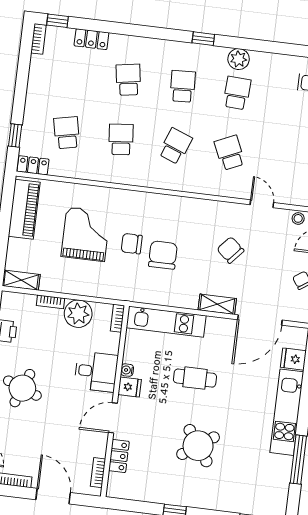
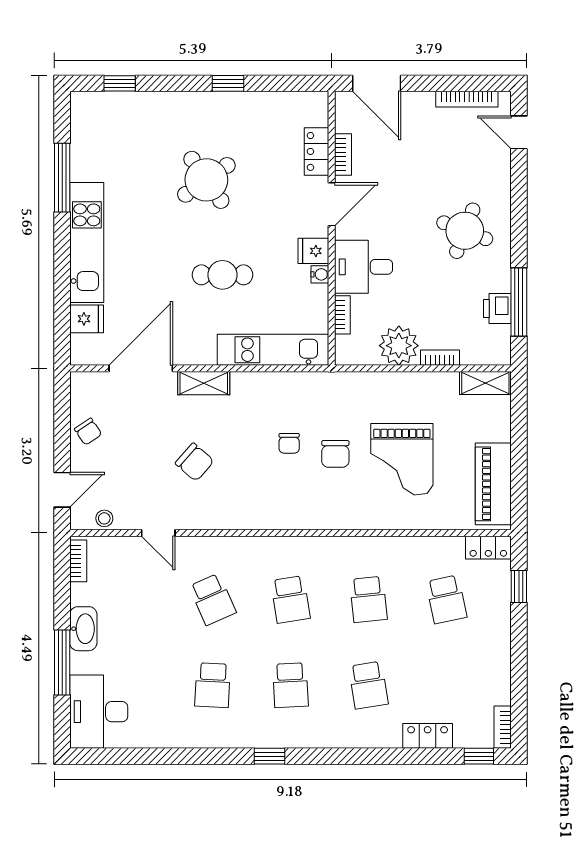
plant: (239, 59) -> (216, 733), removed
school desk: (175, 146) -> (290, 599), turned -30
chair: (132, 244) -> (335, 454), turned 90
chair: (163, 255) -> (289, 443), width x0.54, depth x0.54
bookcase: (117, 318) -> (342, 315), moved
bookcase: (98, 473) -> (343, 154), moved
door: (53, 496) -> (377, 83), moved

